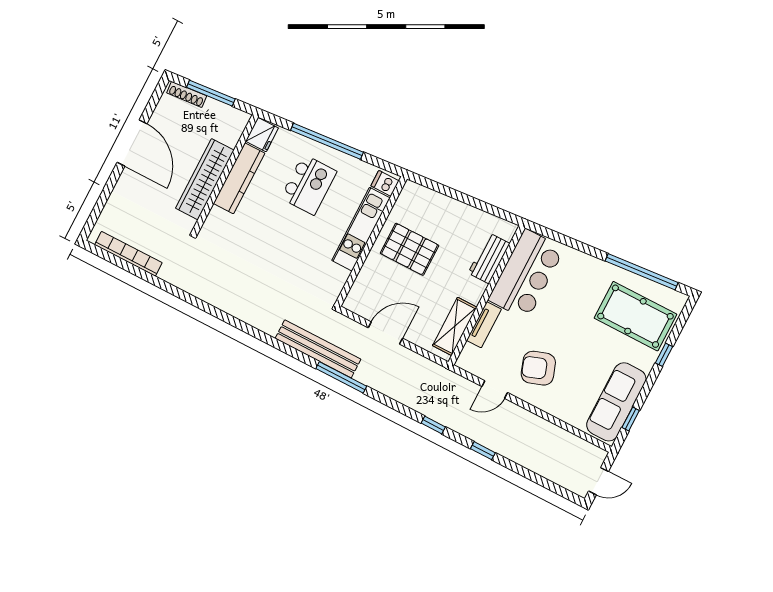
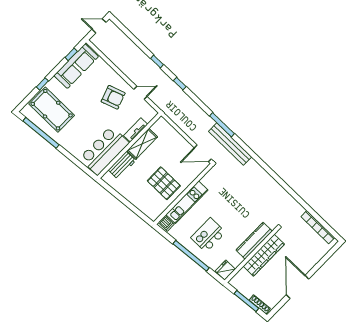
kitchen counter: (239, 178) -> (254, 241), moved
shelving: (455, 326) -> (142, 144), moved
door: (385, 333) -> (203, 153), moved

